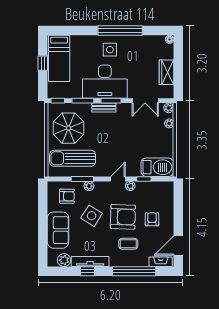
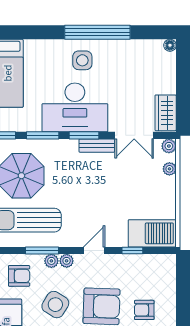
wardrobe: (167, 72) -> (166, 113), moved
bench: (104, 108) -> (97, 146), moved
plant: (130, 186) -> (67, 261), moved
armchair: (152, 219) -> (144, 310), turned -90

